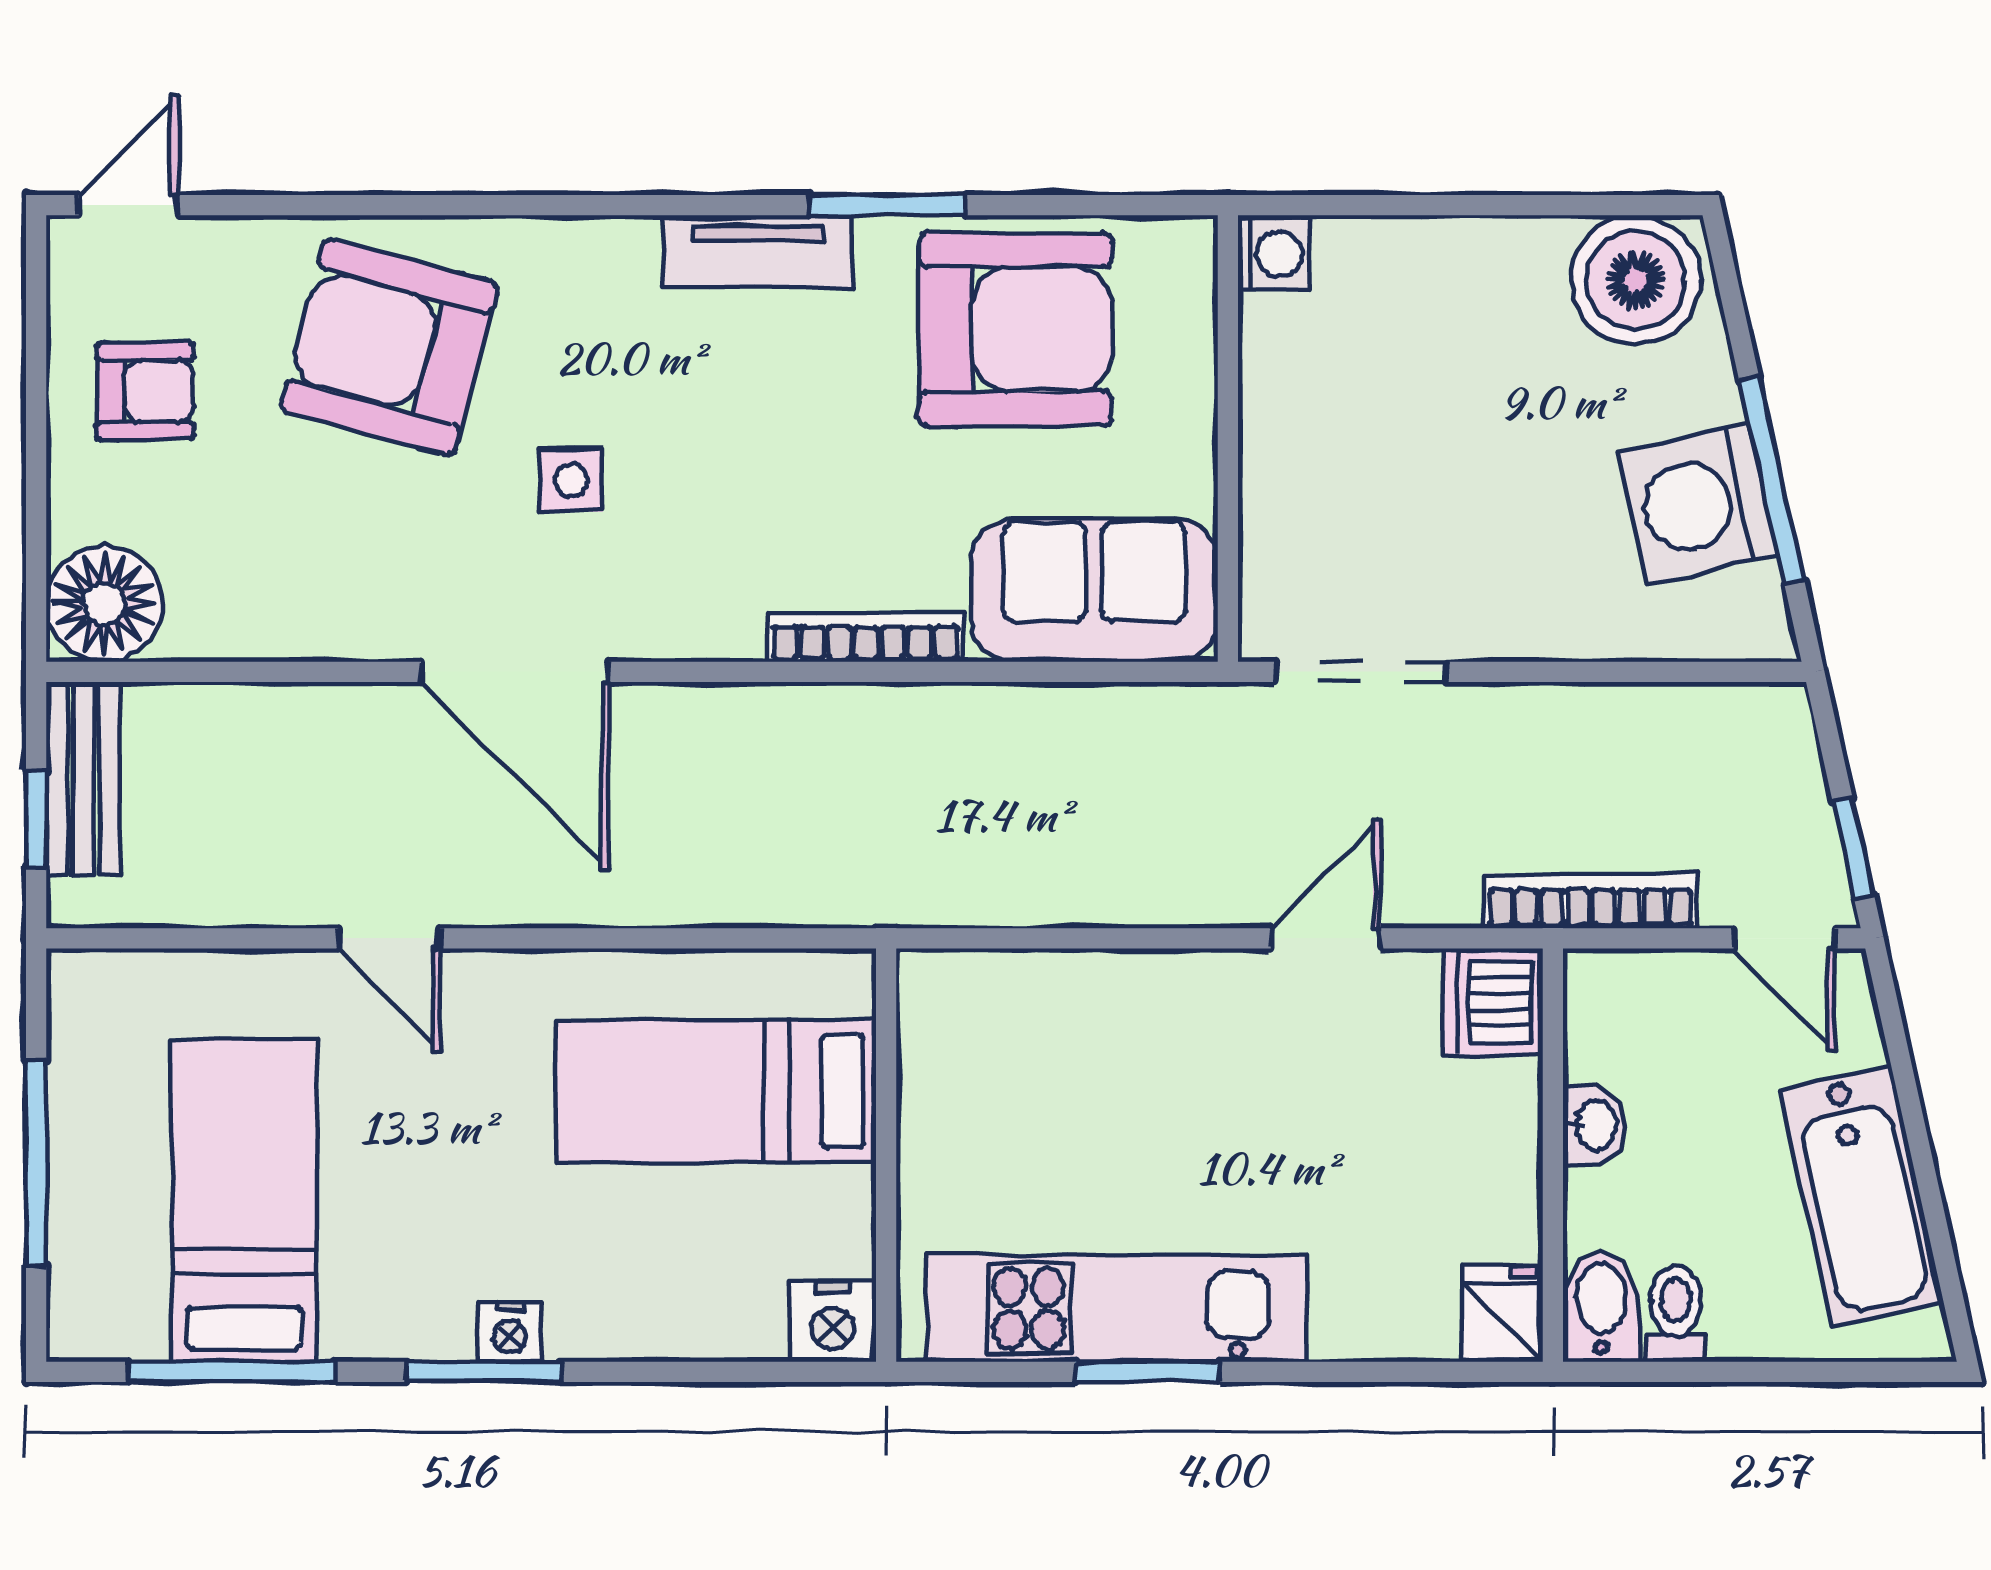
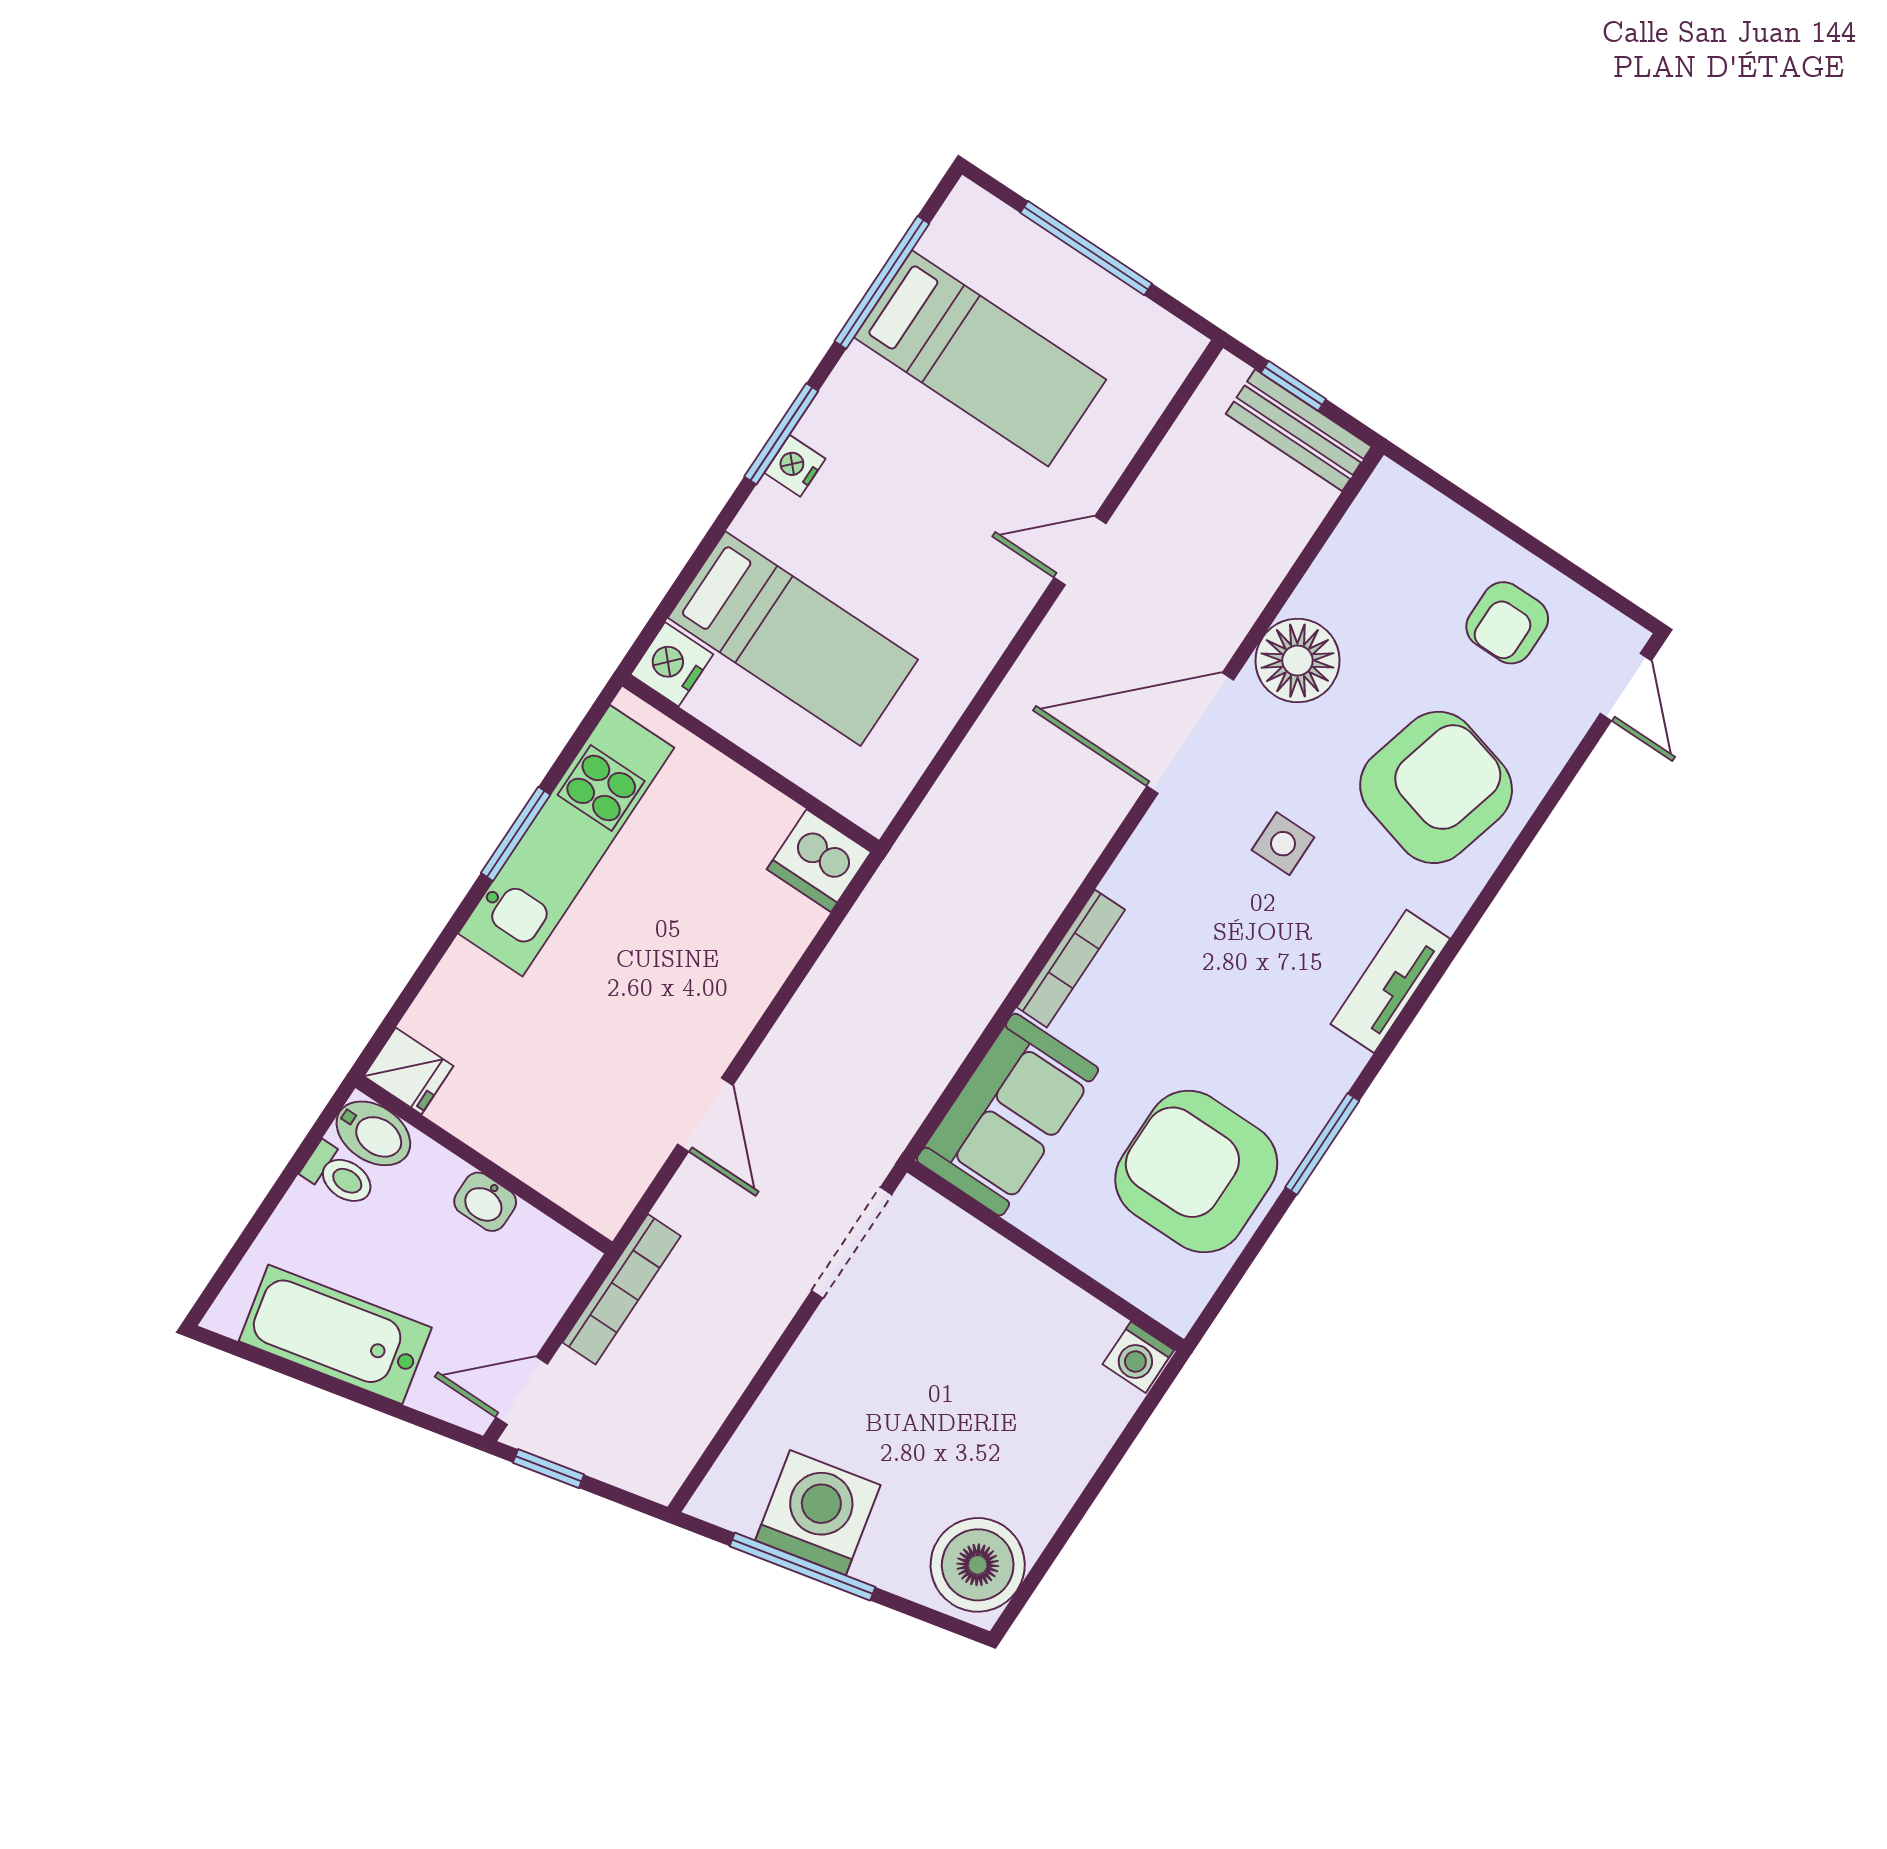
tv unit: (757, 251) -> (1390, 981), moved
armchair: (1015, 329) -> (1196, 1171), turned 90
floor lamp: (104, 604) -> (1297, 661), moved
dishwasher: (1493, 1002) -> (819, 861), moved, turned 180
bed: (716, 1091) -> (793, 639), moved, turned 90

